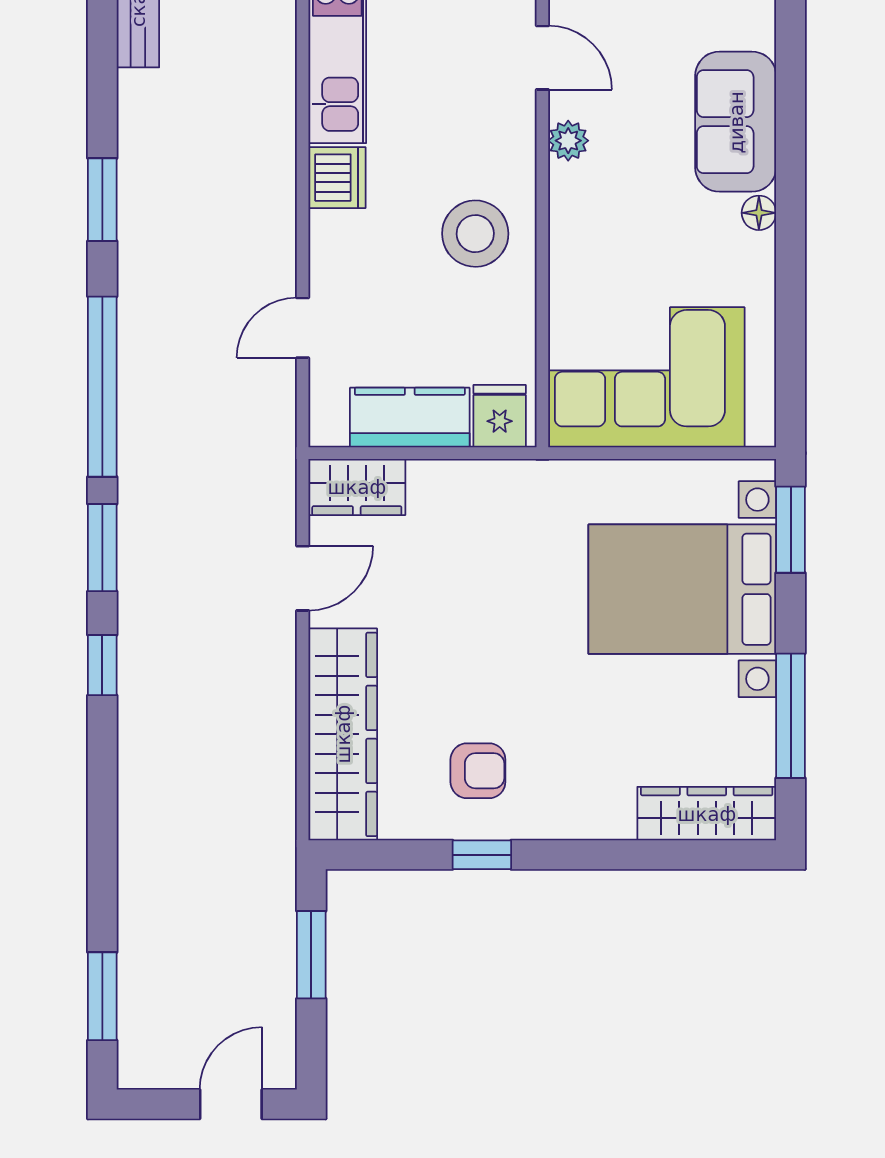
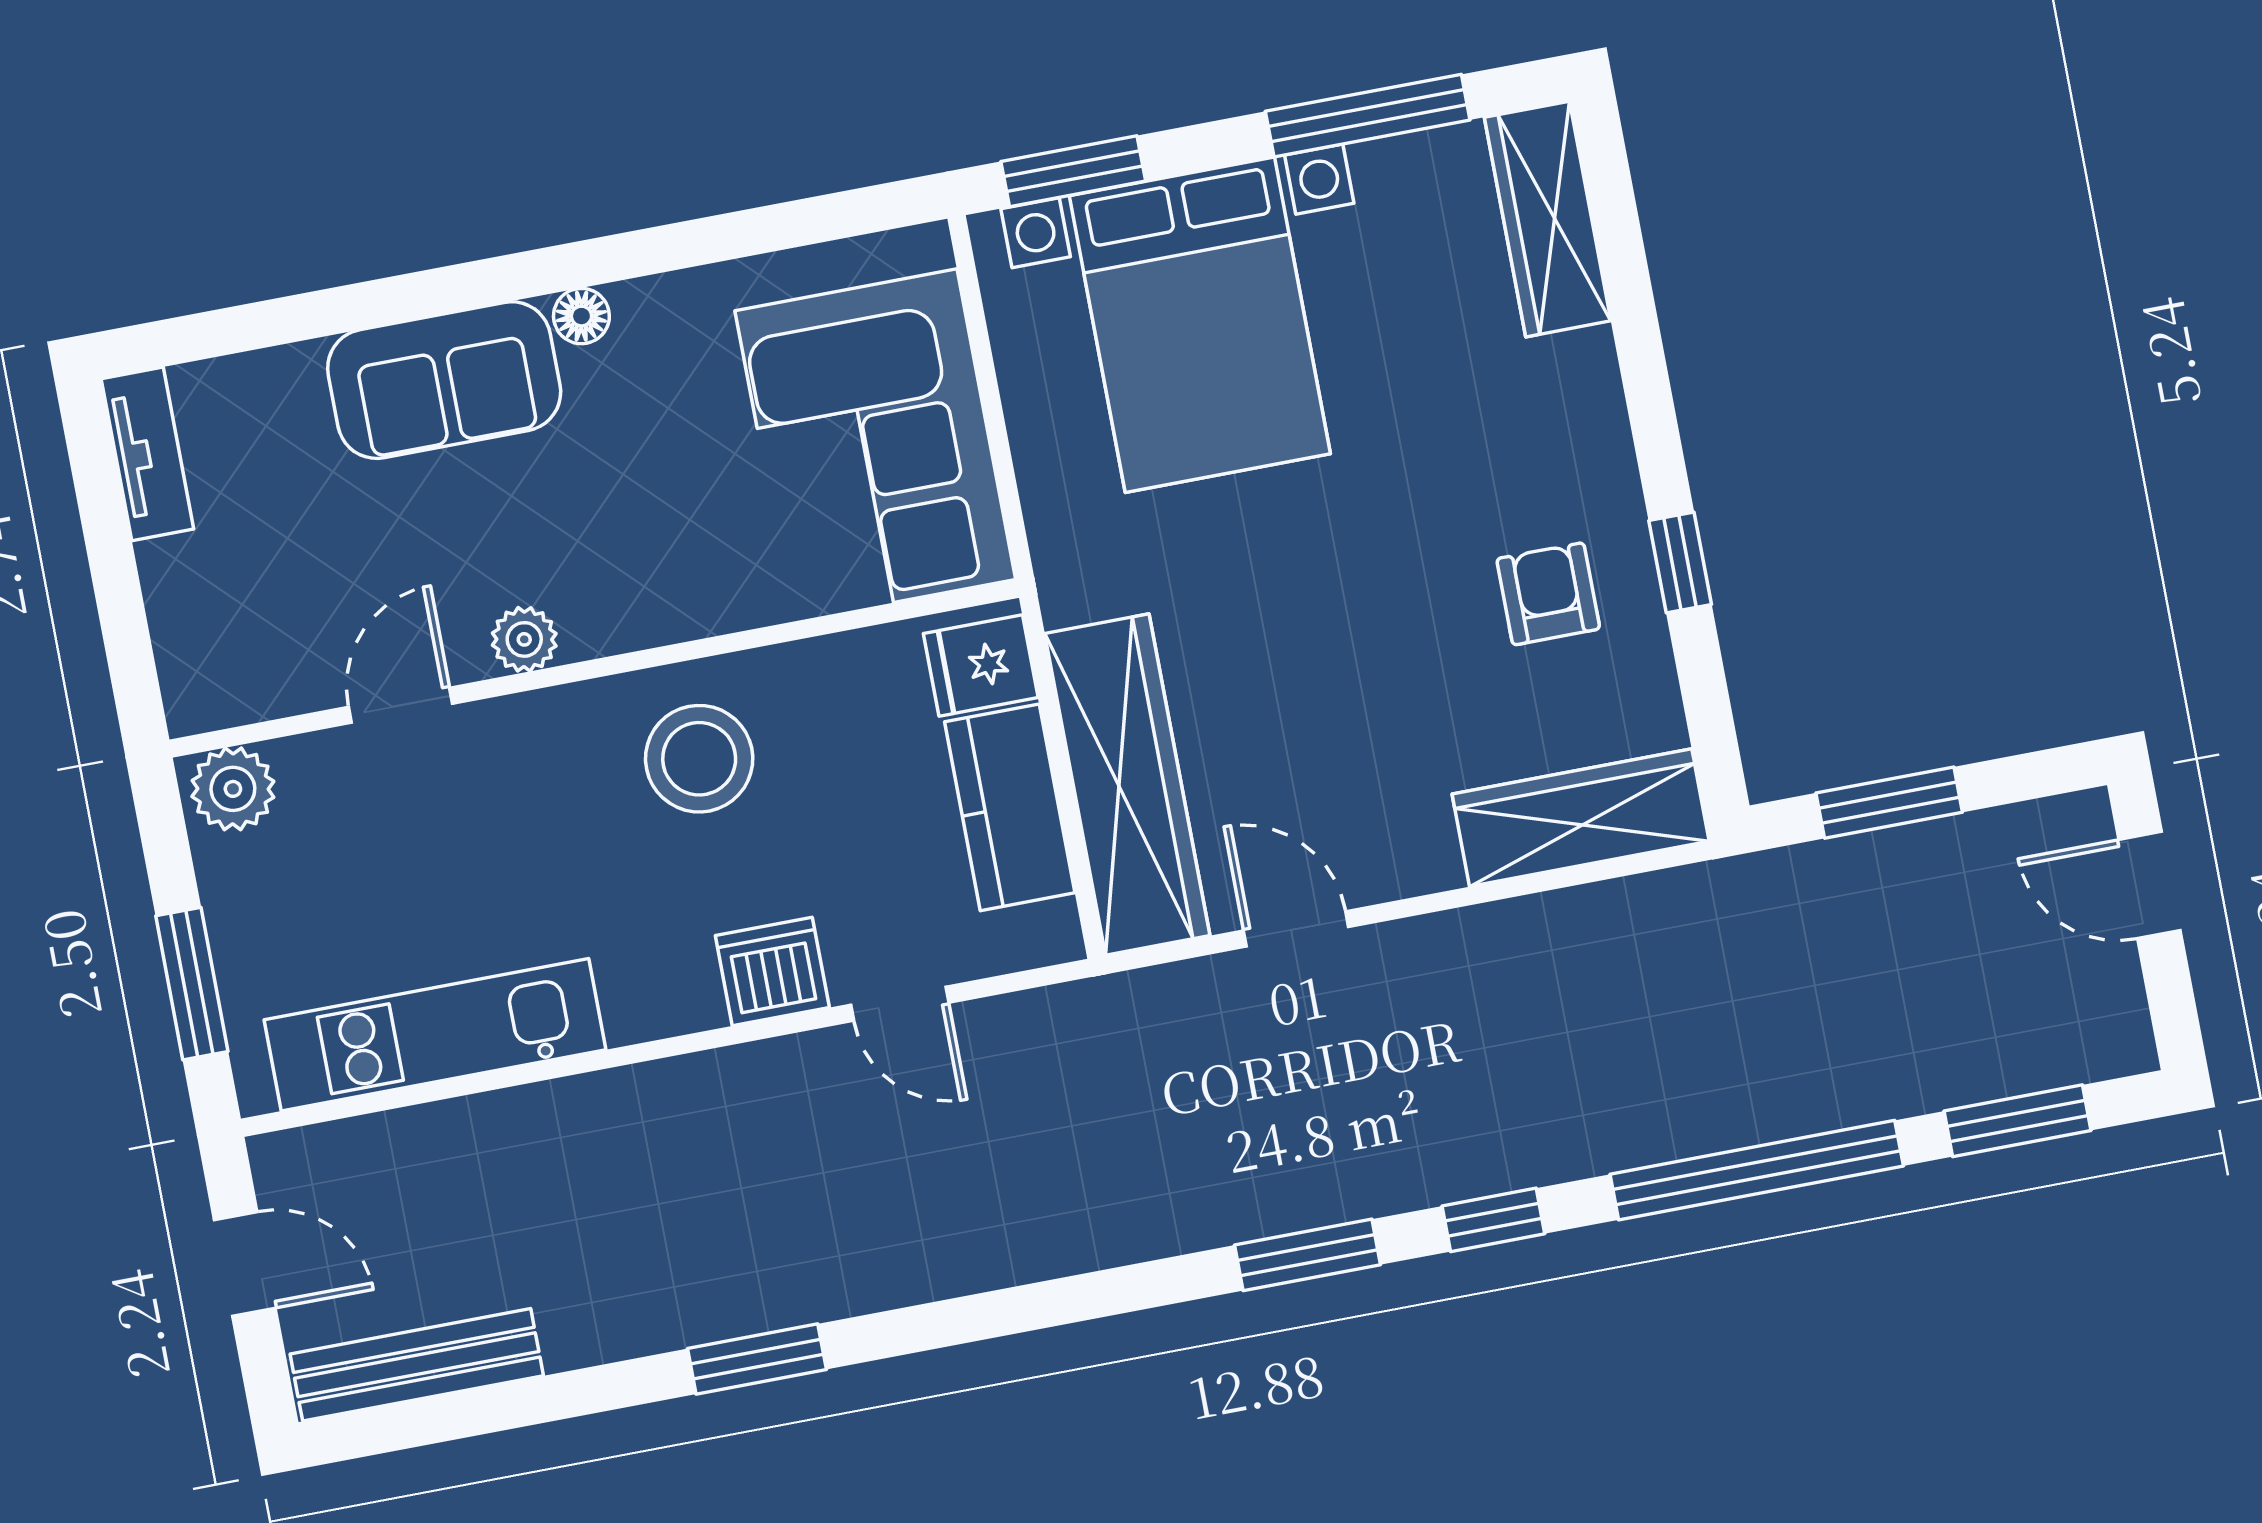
dishwasher: (337, 178) -> (772, 971), moved
window: (102, 387) -> (1757, 1170), moved
wardrobe: (357, 487) -> (1127, 785), width x2.10, depth x1.17
wardrobe: (343, 734) -> (1581, 818), width x0.71, depth x0.85

